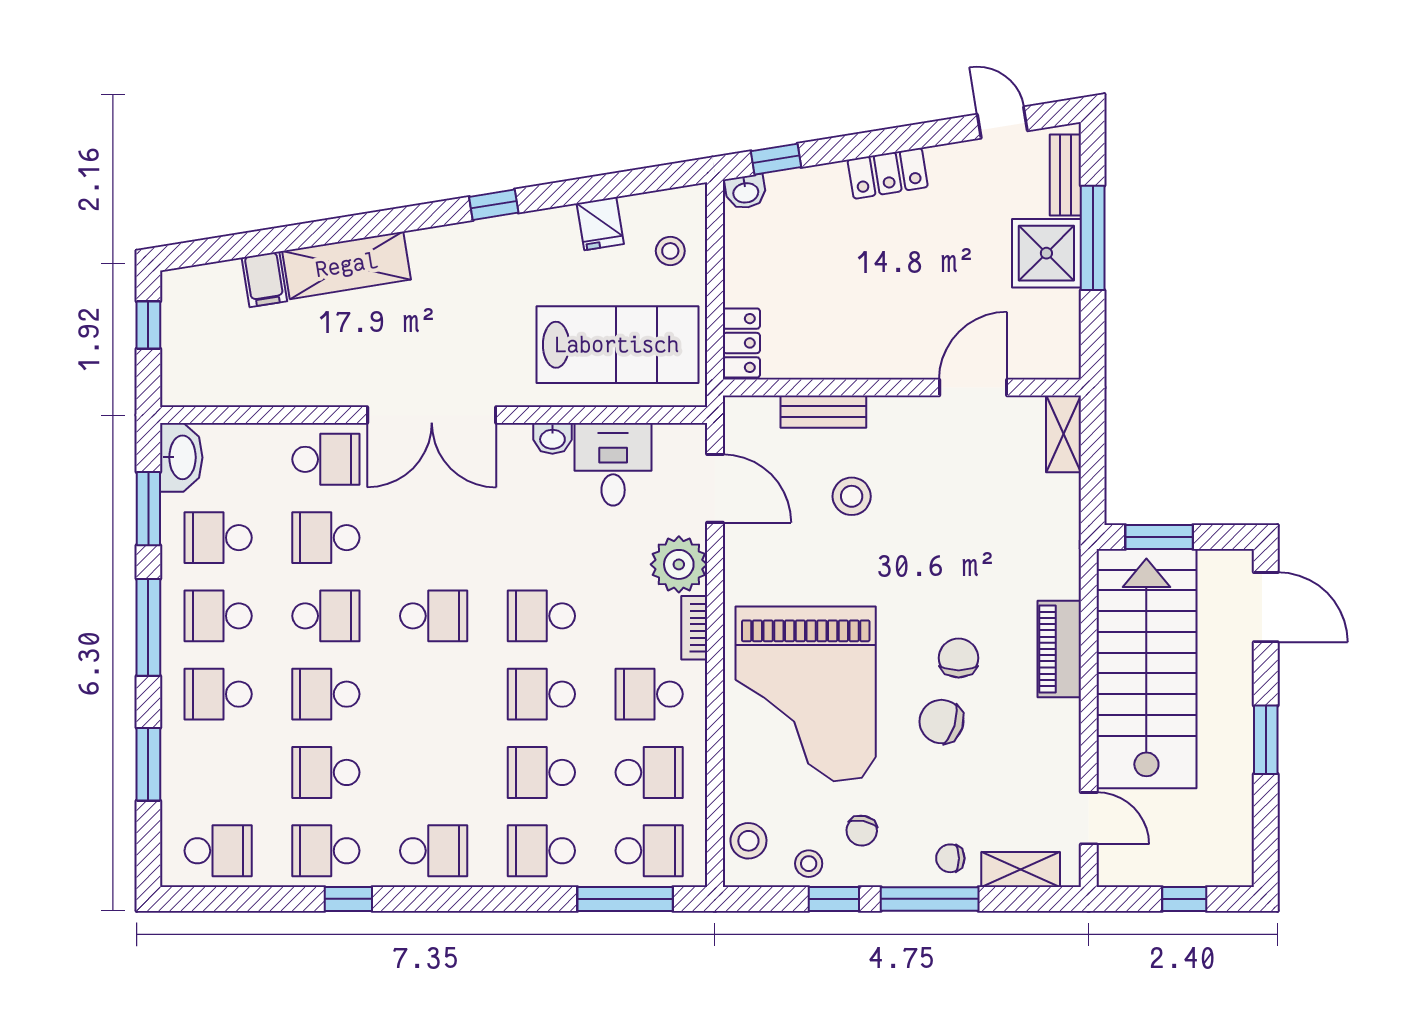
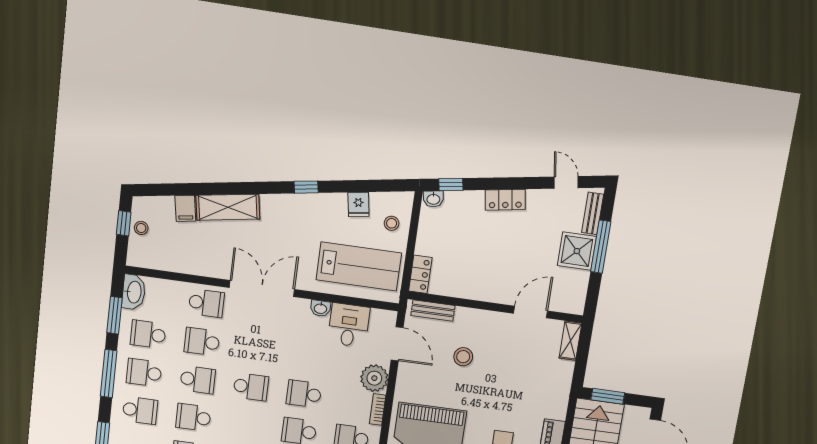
stool: (183, 330) -> (141, 228), added
bench: (823, 412) -> (433, 311), moved
double door: (432, 415) -> (262, 288), swing flipped
school desk: (218, 694) -> (140, 410), turned 180

